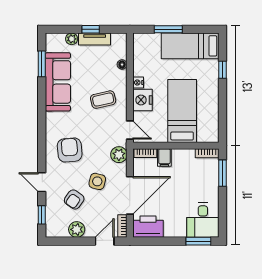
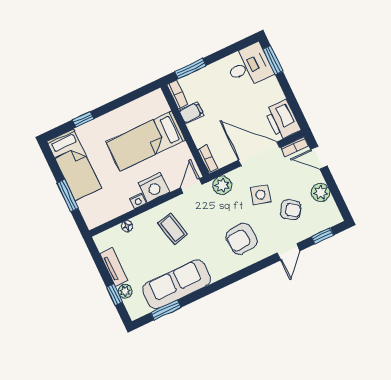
window: (91, 29) -> (114, 295), moved
filing cabinet: (164, 158) -> (191, 113), moved

